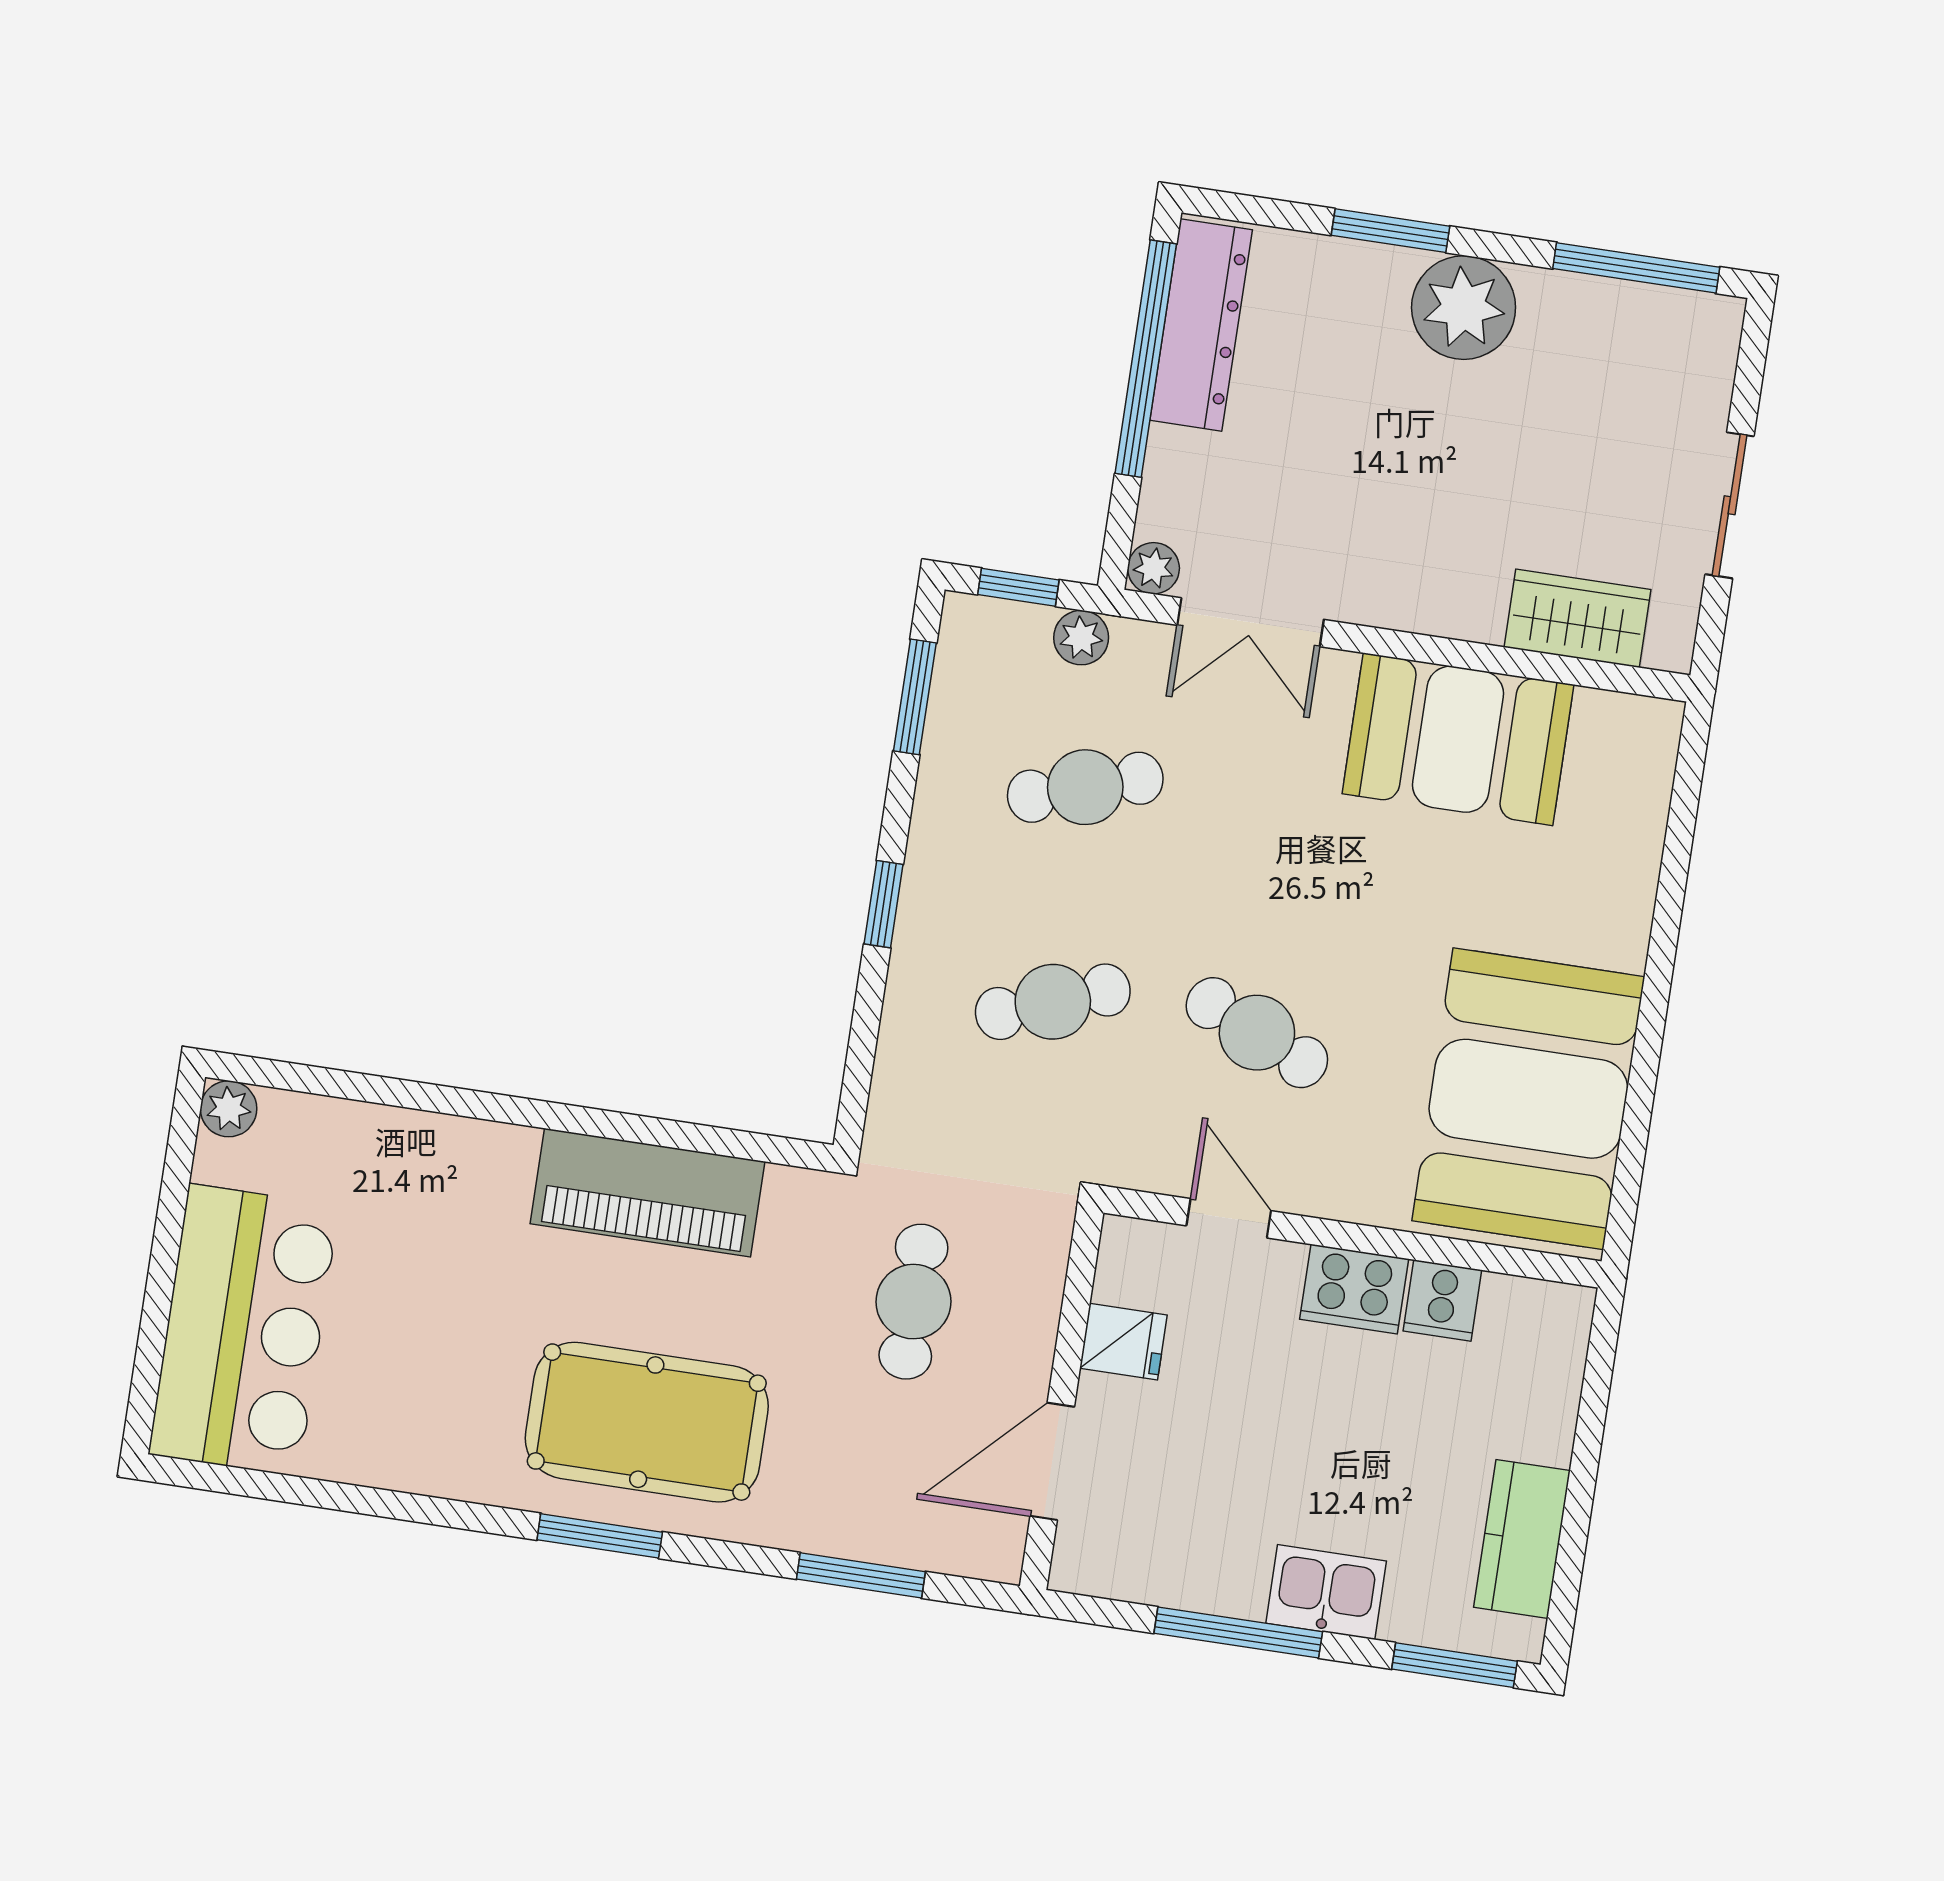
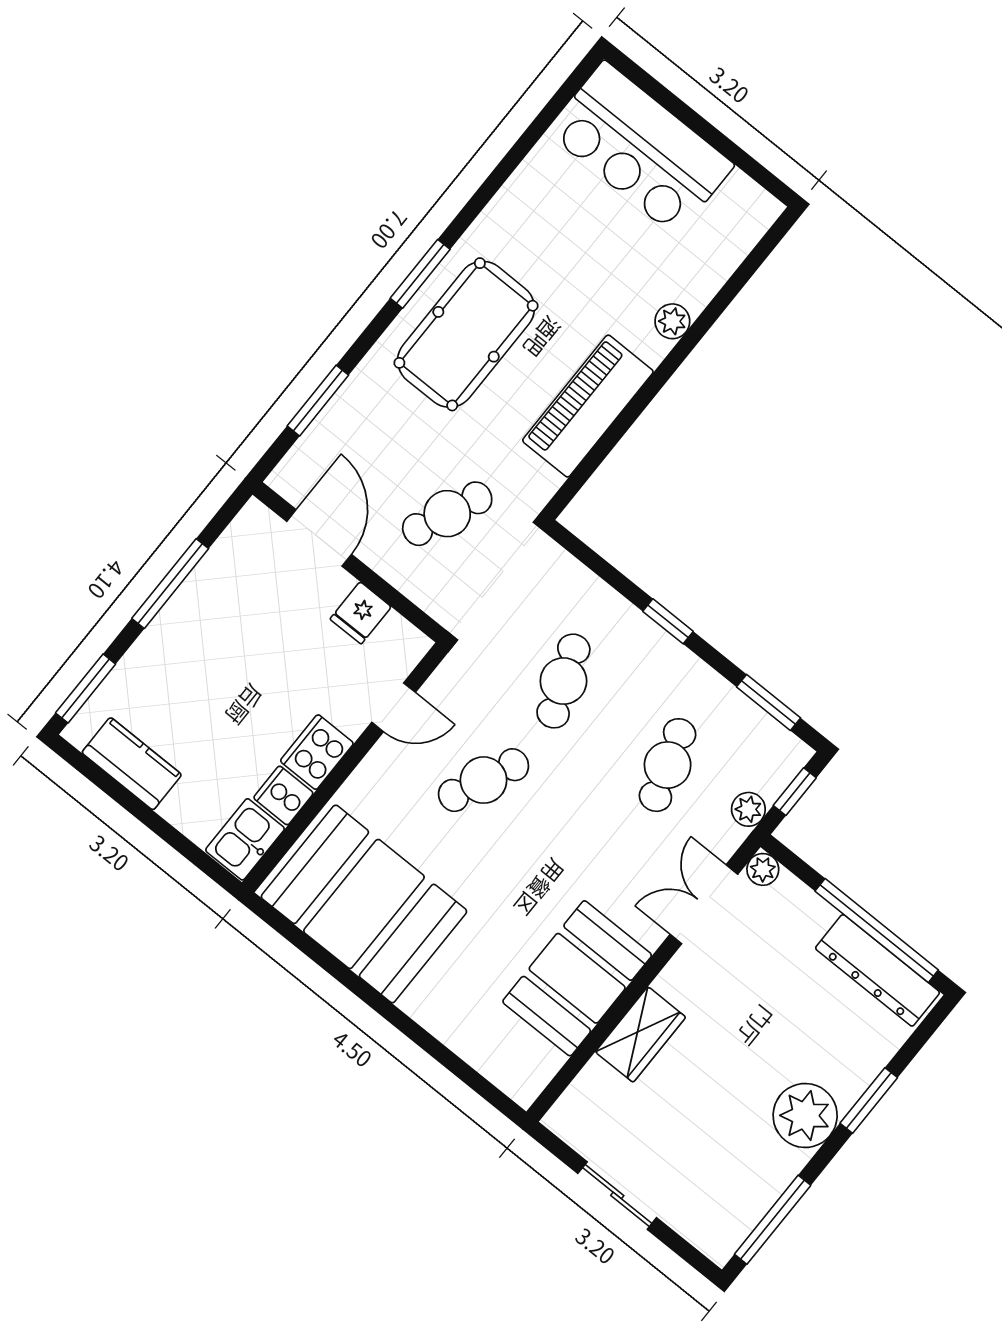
wardrobe: (1578, 618) -> (641, 1035), moved
plant: (229, 1109) -> (672, 321), moved
cafe table: (913, 1302) -> (447, 514), turned -67
kitchen sink: (1326, 1592) -> (245, 839), moved, turned 180

